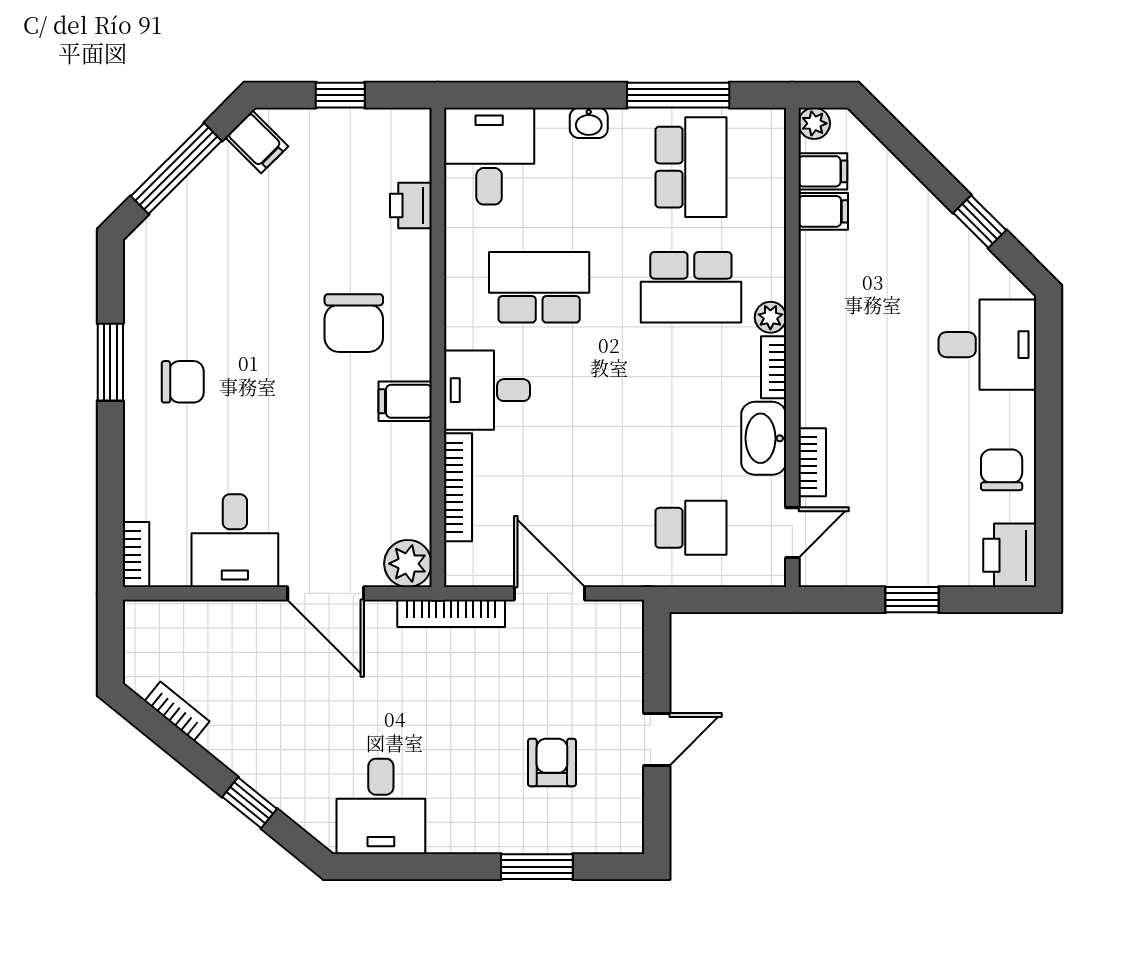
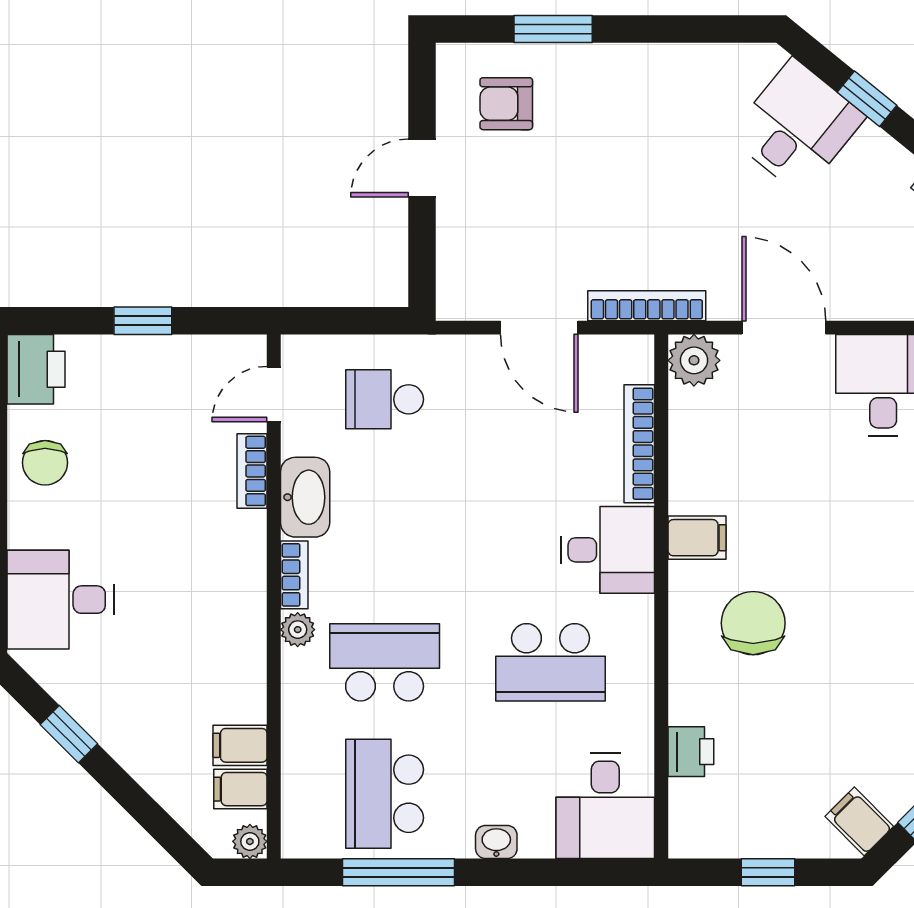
armchair: (552, 762) -> (506, 104), moved, turned 90
desk: (381, 806) -> (797, 127), moved, turned 39

